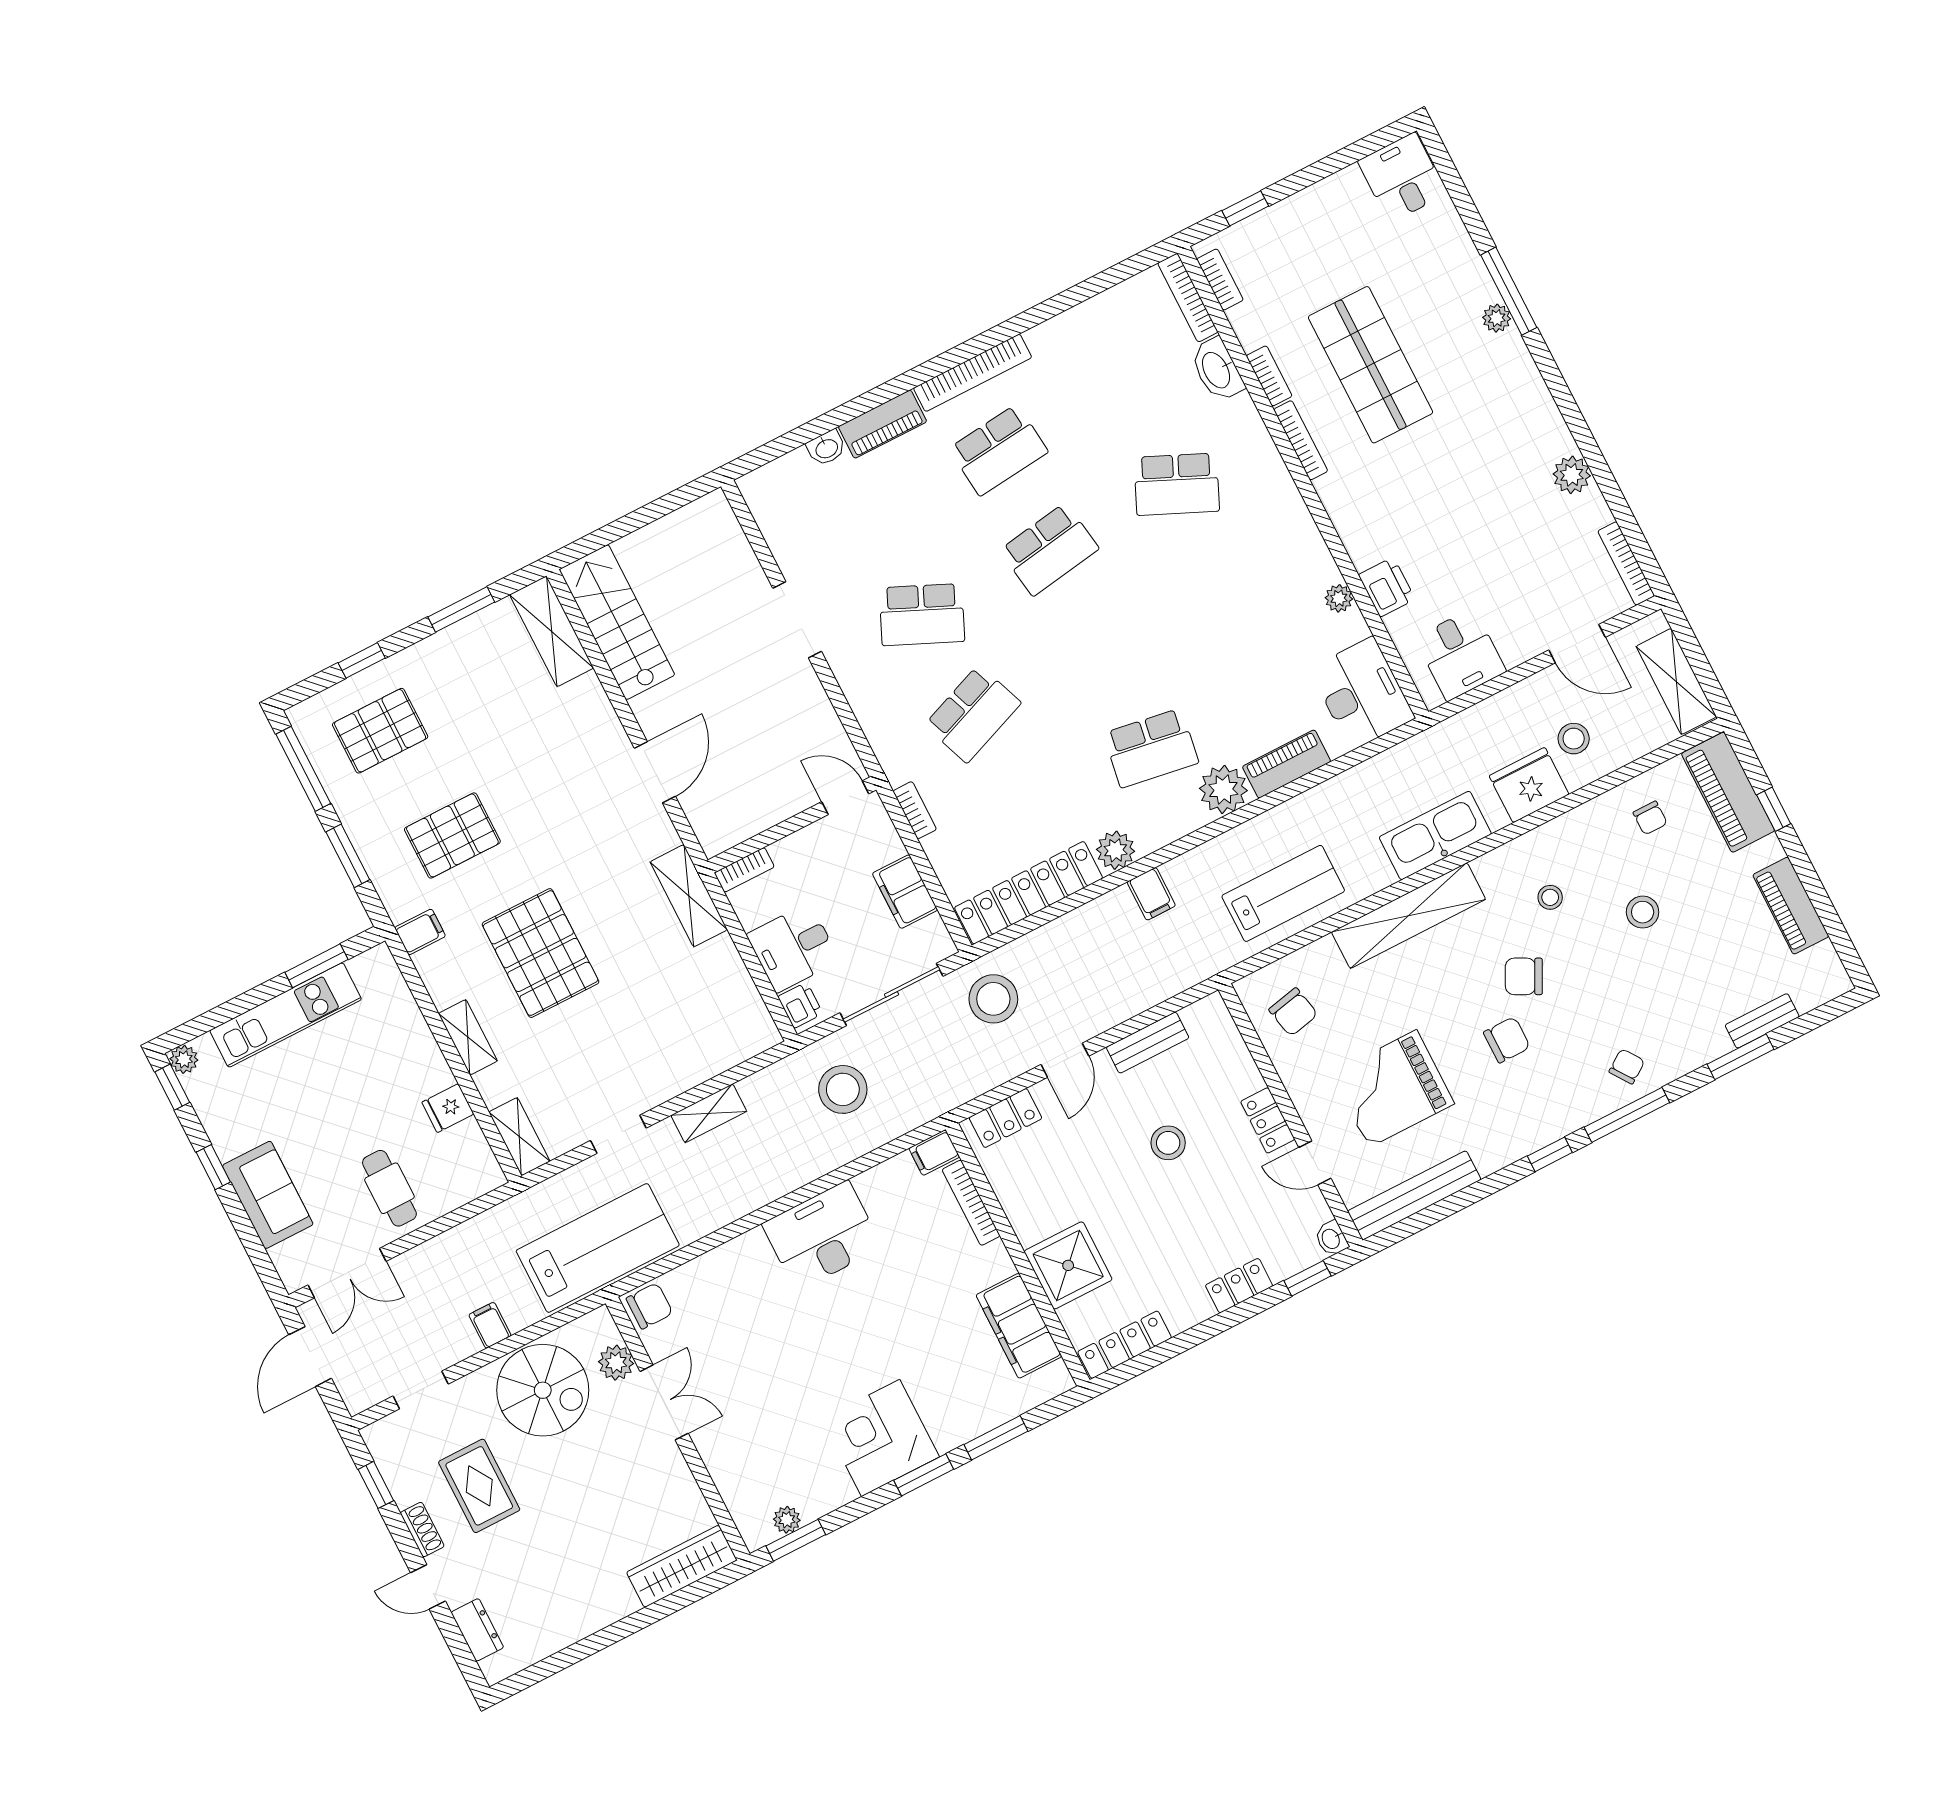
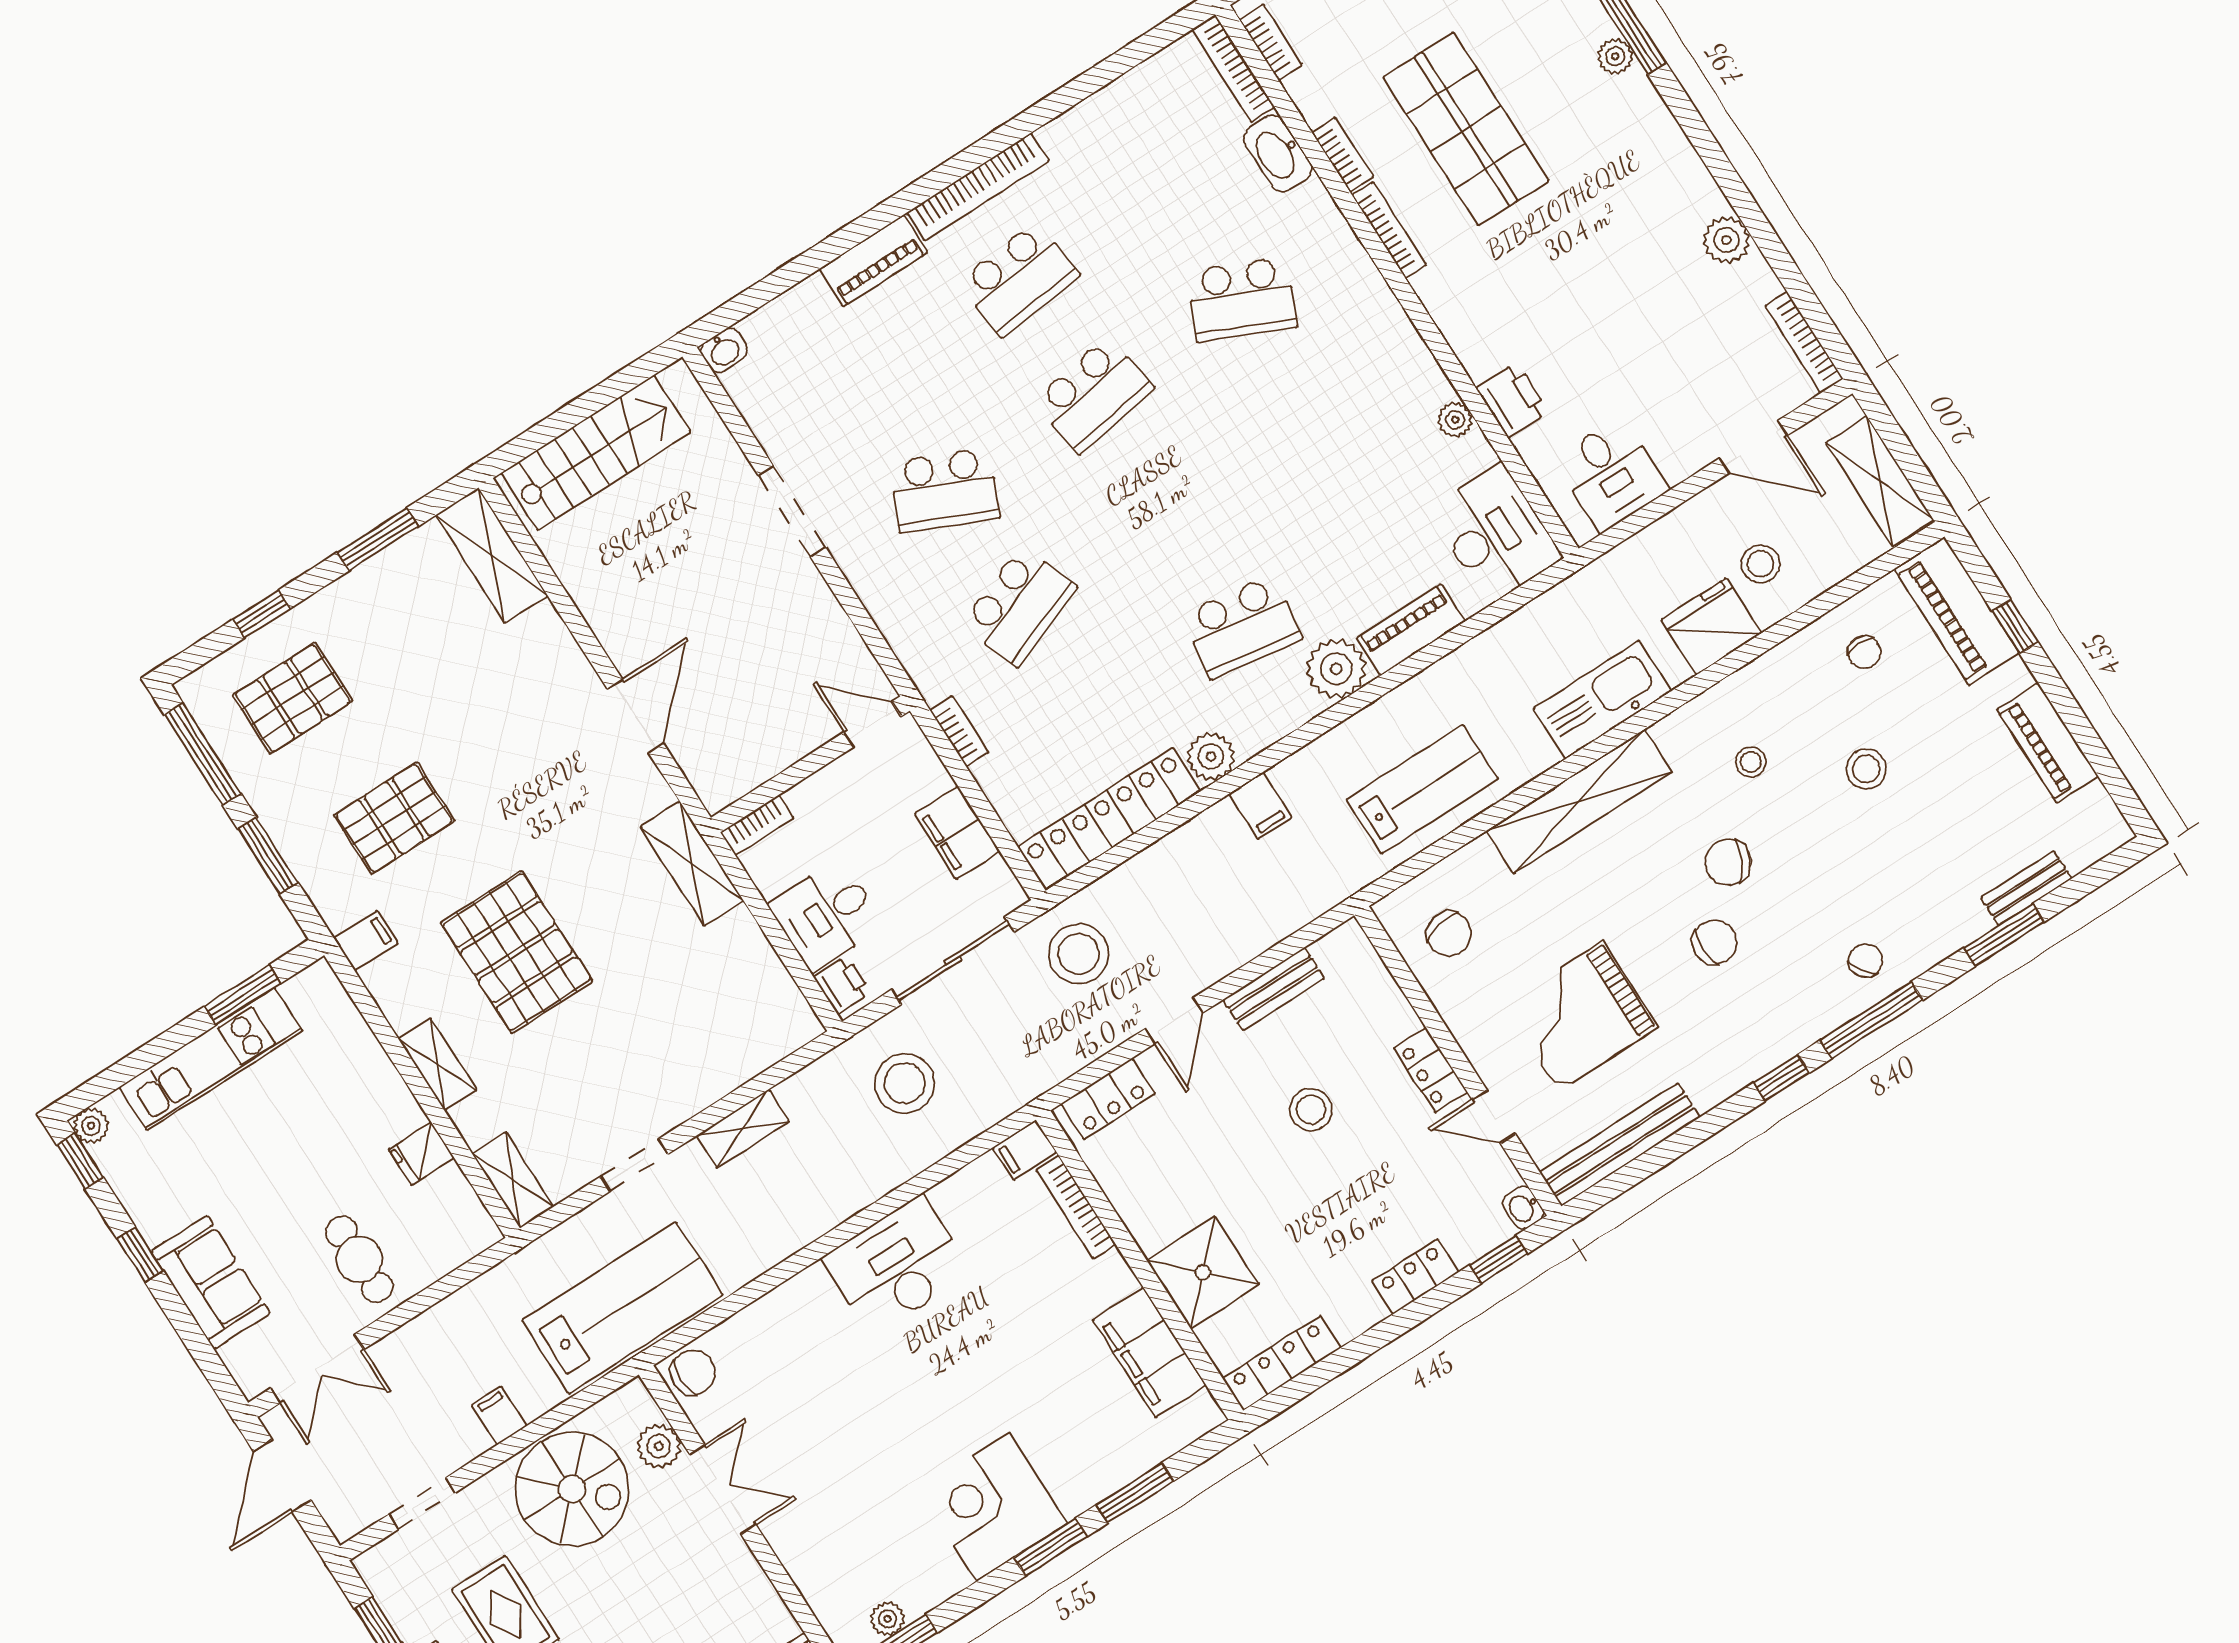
washbasin: (826, 448) -> (724, 350), moved
stairs: (617, 622) -> (596, 453), moved, turned 90

